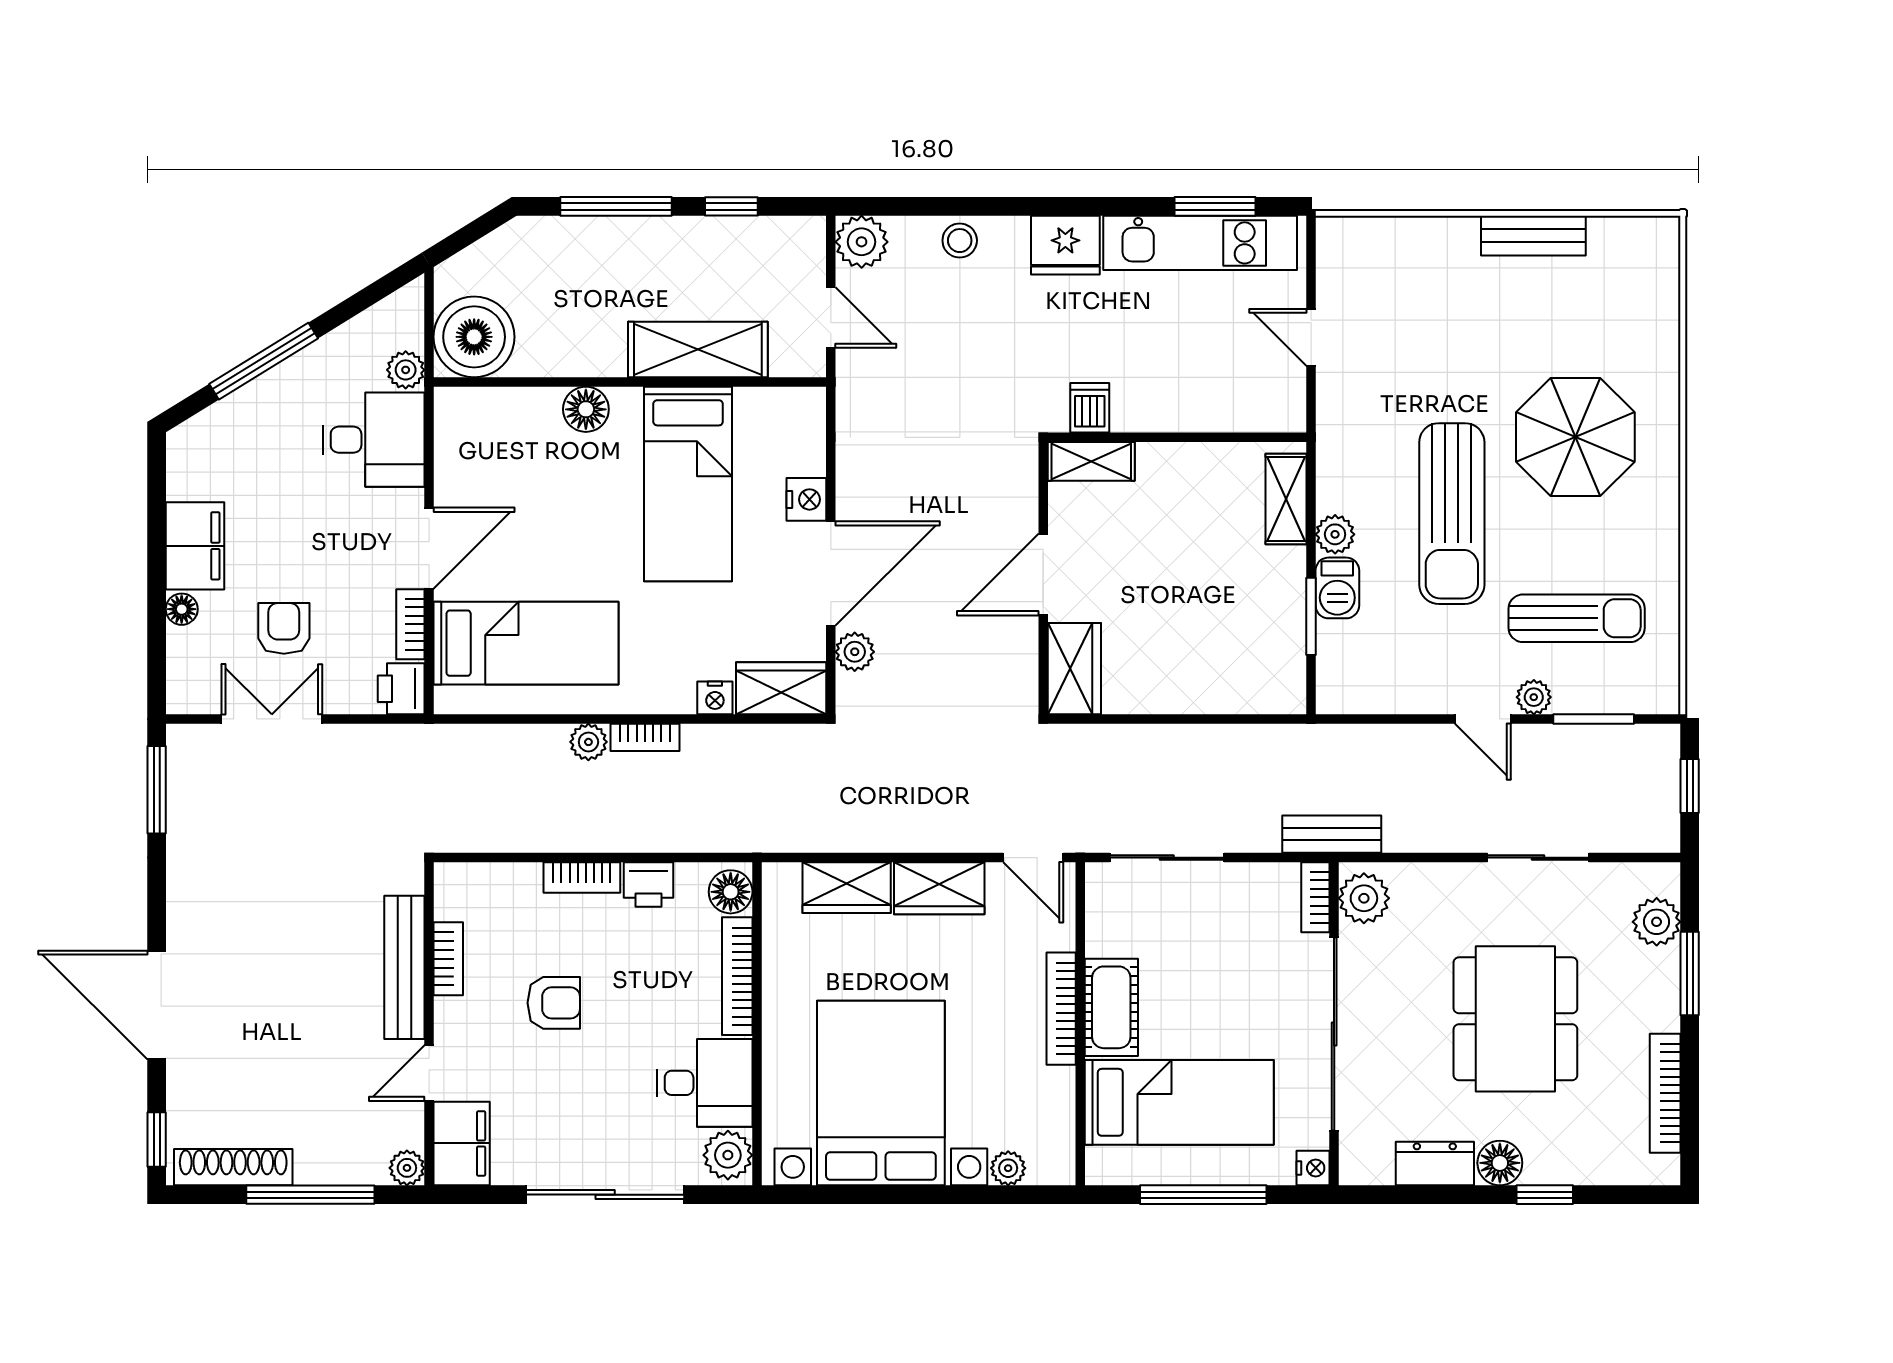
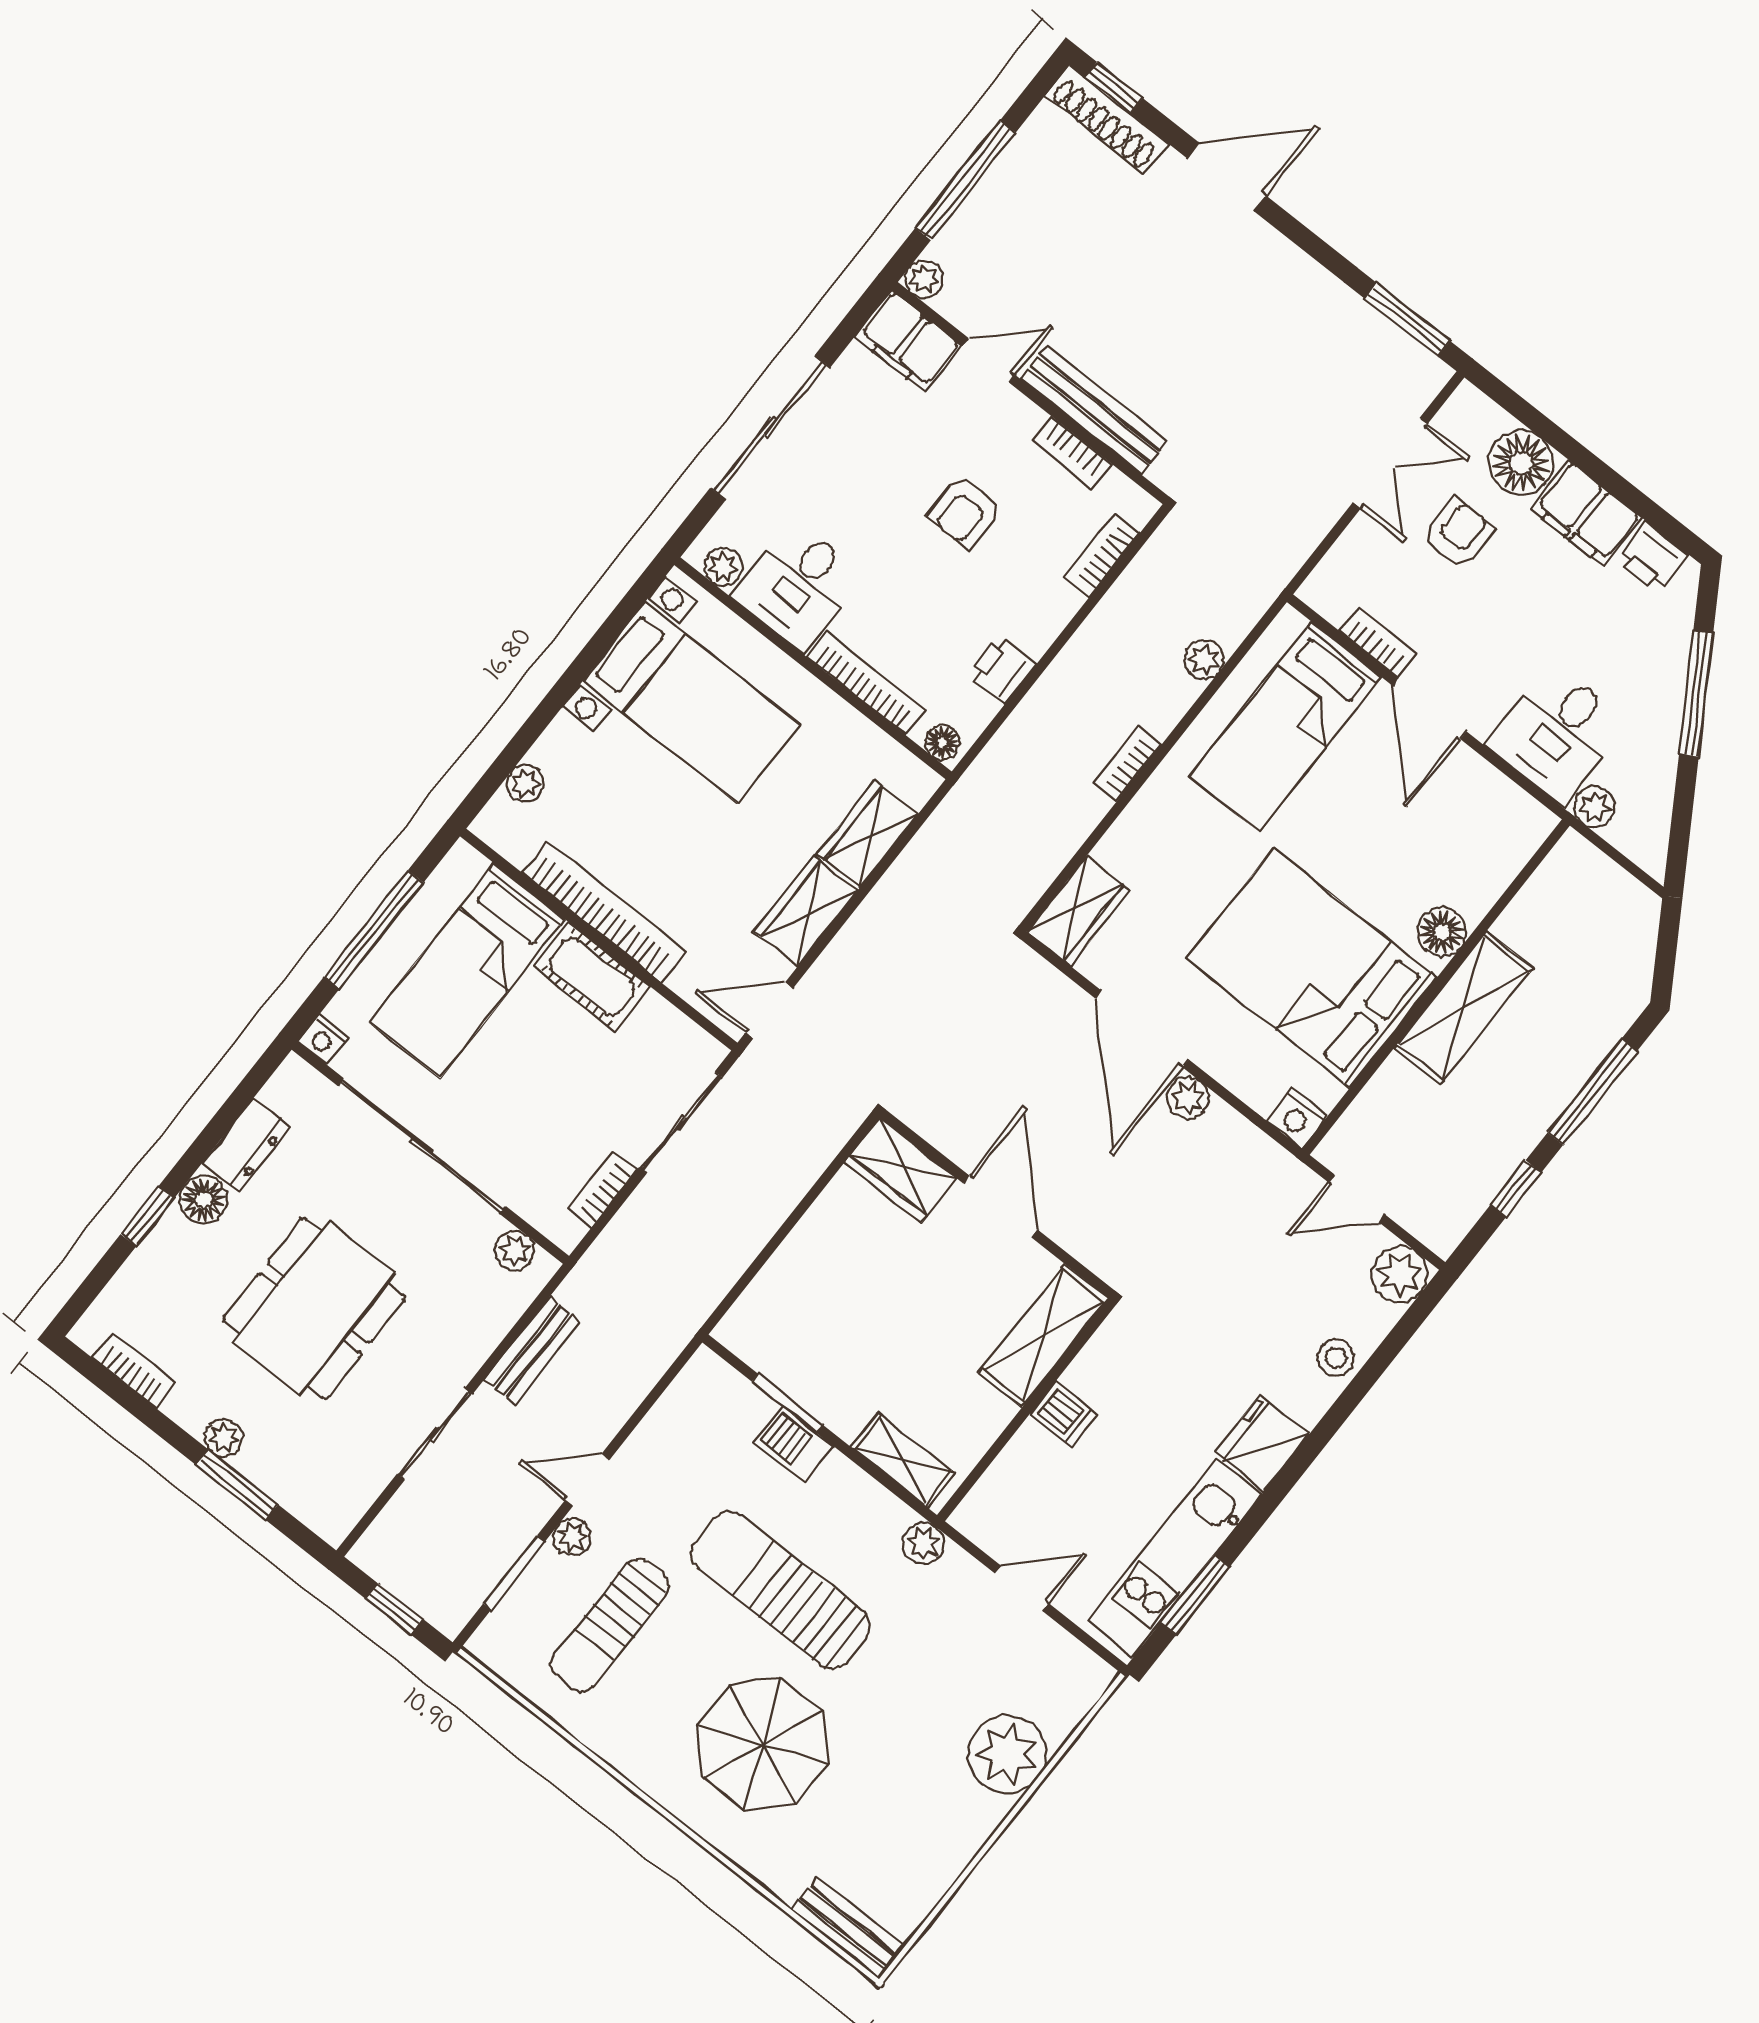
bench: (1533, 236) -> (848, 1928), moved, turned 90
plant: (1441, 252) -> (1007, 1754), added
boiler: (474, 337) -> (1577, 886), removed
shelving: (698, 349) -> (1464, 1008), moved
dishwasher: (1090, 408) -> (1063, 1414), moved
shelving: (1091, 461) -> (1043, 1335), width x1.50, depth x1.33
bed: (688, 484) -> (1312, 968), width x1.50
nightstand: (806, 499) -> (1297, 1118), moved
plant: (1335, 534) -> (923, 1543), moved
floor lamp: (182, 609) -> (1521, 463), width x1.89, depth x1.89
armchair: (284, 628) -> (1458, 533), turned -90
plant: (855, 652) -> (1188, 1098), moved
printer: (401, 689) -> (1652, 557), moved, turned 180
nightstand: (715, 698) -> (1114, 849), removed
plant: (588, 742) -> (1204, 660), moved
bench: (1332, 834) -> (533, 1351), moved
bookcase: (582, 877) -> (1102, 555), moved
floor lamp: (731, 892) -> (942, 743), width x0.73, depth x0.73
bookcase: (1315, 897) -> (602, 1190), moved, turned -90
plant: (1364, 898) -> (515, 1251), width x0.73, depth x0.73
plant: (1657, 922) -> (224, 1438), moved, width x0.73, depth x0.73
door: (157, 1005) -> (1227, 177), width x0.73
bookcase: (1061, 1009) -> (604, 912), width x1.48, depth x1.31
dining table: (1515, 1019) -> (314, 1308), turned 90
door: (429, 1073) -> (989, 360), hinge flipped
bed with nightstands: (881, 1093) -> (691, 703), width x0.73
bookcase: (1665, 1093) -> (135, 1370), width x0.64
plant: (728, 1155) -> (723, 567), width x0.73, depth x0.73
shoe rack: (233, 1167) -> (1107, 120), moved, turned 90

